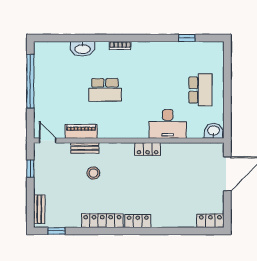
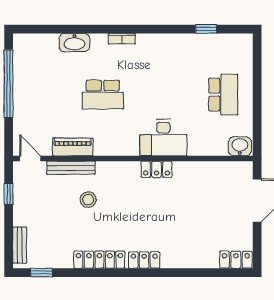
desk: (168, 124) -> (163, 138), moved
bench: (85, 148) -> (71, 168), width x1.36

